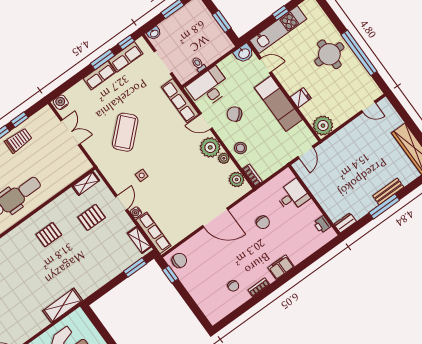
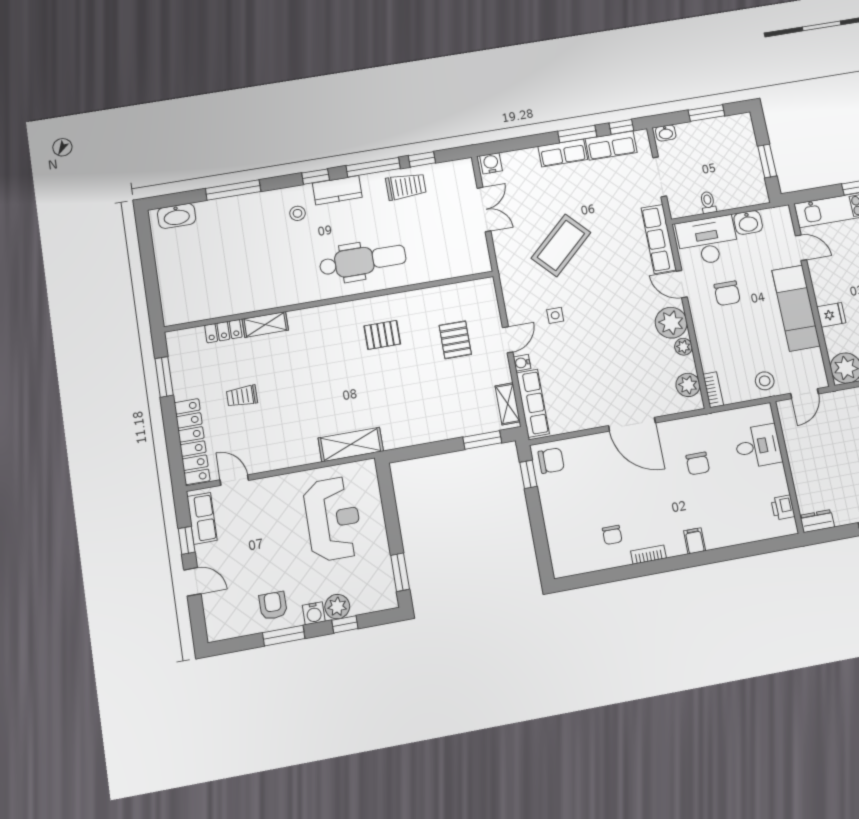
washbasin: (244, 53) -> (748, 223), moved
chair: (235, 114) -> (727, 293), turned -137
stool: (240, 148) -> (765, 381), moved
shelving: (86, 183) -> (471, 289), removed
pallet: (92, 217) -> (455, 340), turned 90
filing cabinet: (281, 267) -> (695, 541), width x0.50

